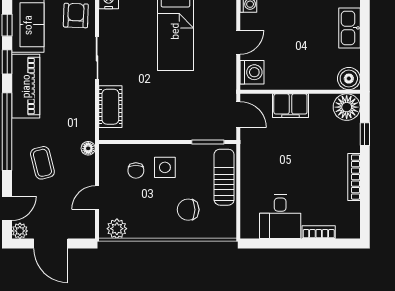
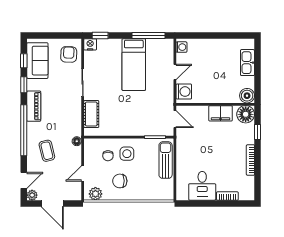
piano: (26, 86) -> (34, 106), width x0.73, depth x0.75
filing cabinet: (290, 106) -> (221, 113), moved
chair: (188, 210) -> (120, 181), moved

